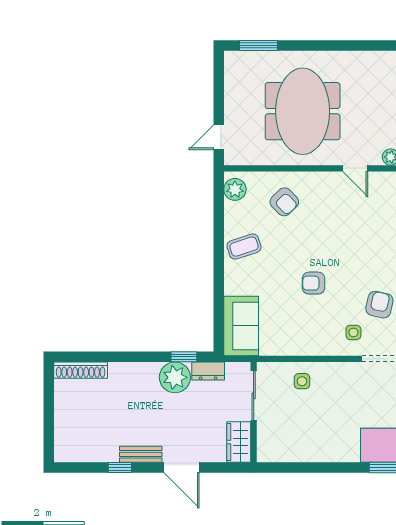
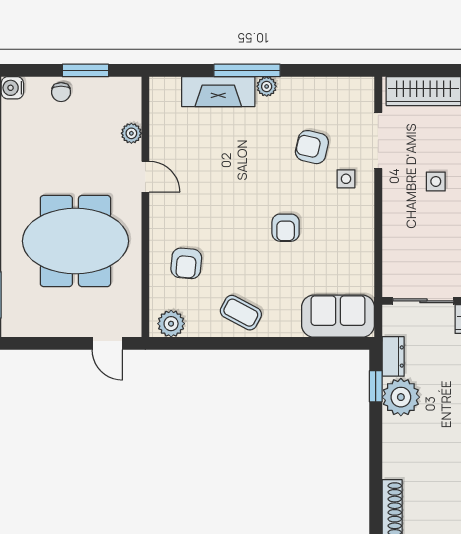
door: (355, 168) -> (145, 177), hinge flipped
armchair: (284, 202) -> (186, 263), turned 139
coffee table: (244, 247) -> (241, 313), turned -44
side table: (302, 381) -> (436, 181), moved

